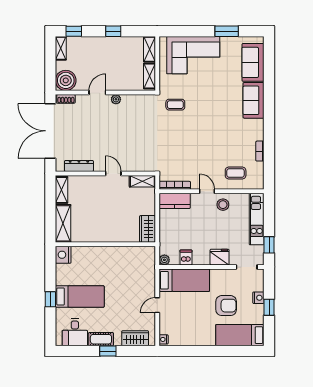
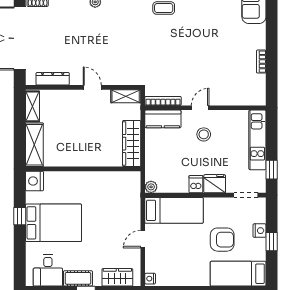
coffee table: (236, 173) -> (233, 87), removed
door: (207, 191) -> (200, 108), hinge flipped
stool: (223, 205) -> (204, 134), moved
wardrobe: (148, 229) -> (132, 144), width x1.50
dishwasher: (186, 257) -> (196, 184), moved
bed: (80, 296) -> (54, 223), width x1.50
window: (50, 299) -> (20, 216), moved

